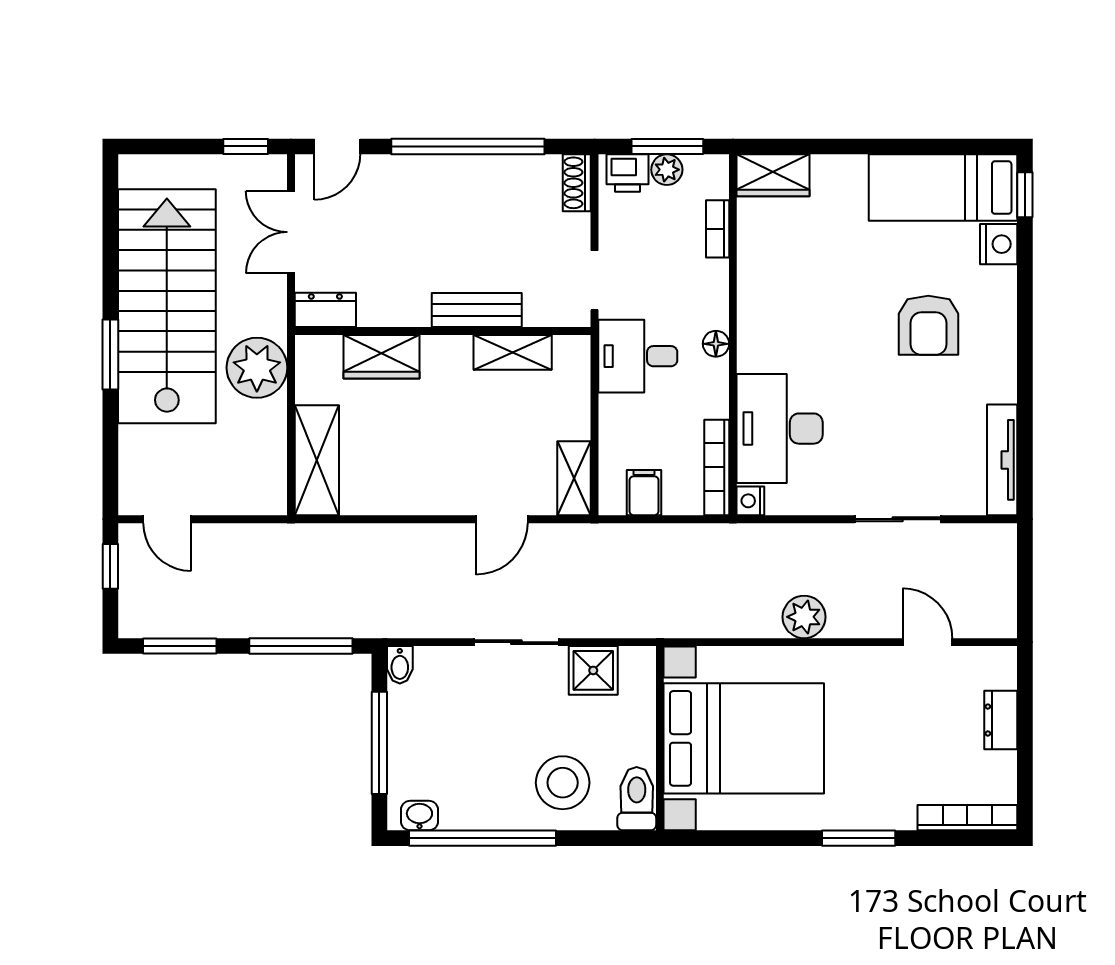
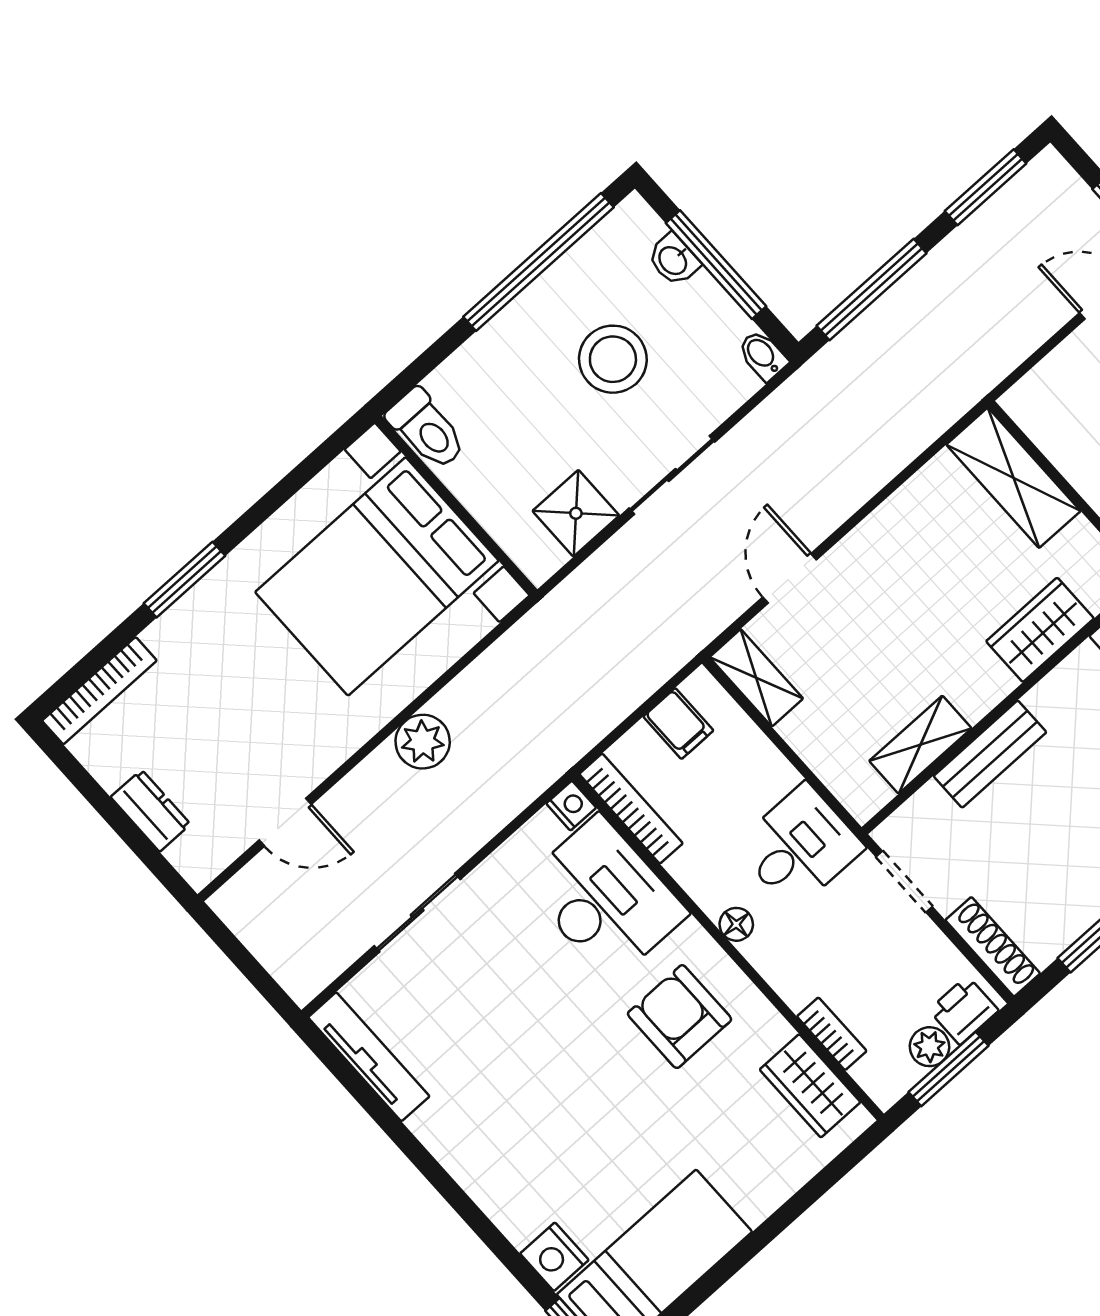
wardrobe: (773, 175) -> (810, 1086), moved, turned -90
shoe rack: (577, 183) -> (993, 947), width x1.43
armchair: (928, 325) -> (680, 1017), moved
stool: (563, 783) -> (613, 359), moved
washbasin: (419, 816) -> (674, 260), moved, turned 90

